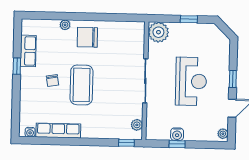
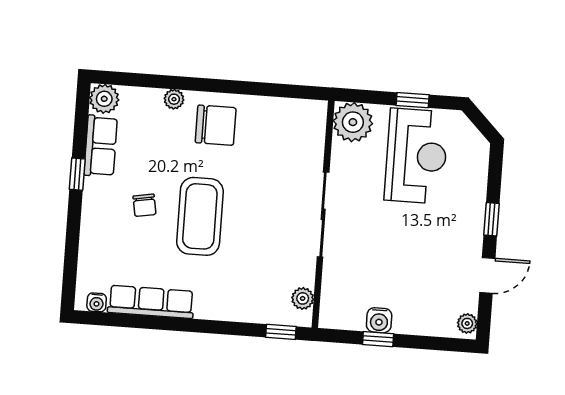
plant: (29, 26) -> (104, 99), added
chair: (87, 37) -> (216, 125), turned 180
reception desk: (191, 81) -> (416, 156), moved

